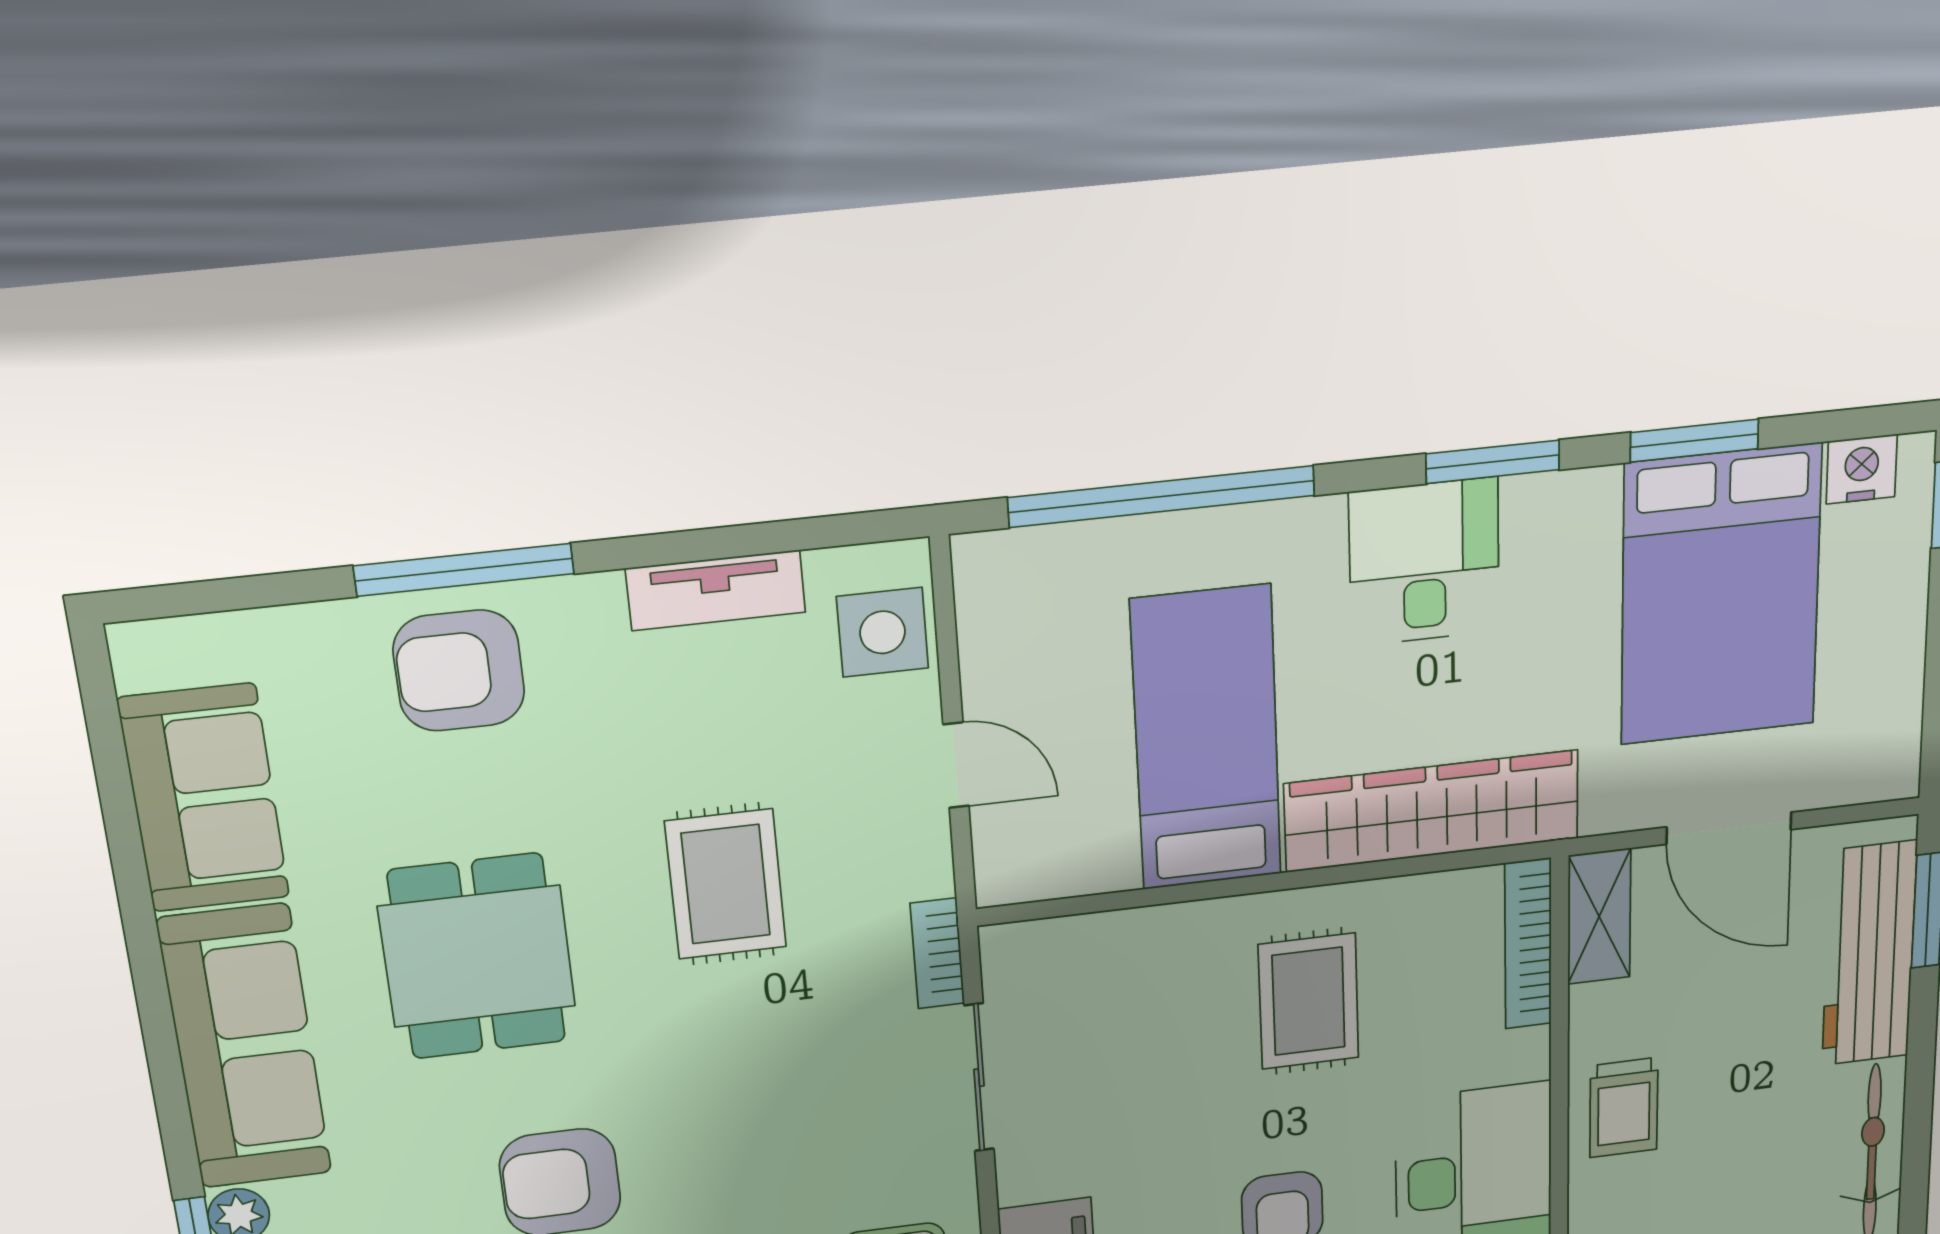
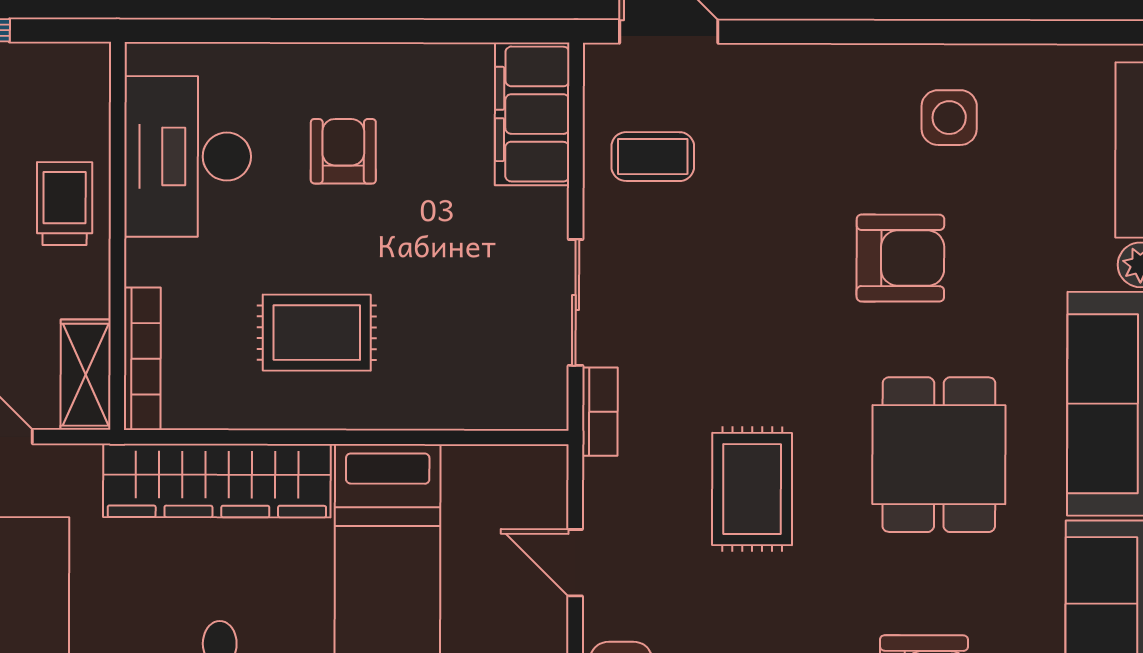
rug: (1309, 1001) -> (317, 333), turned 90

